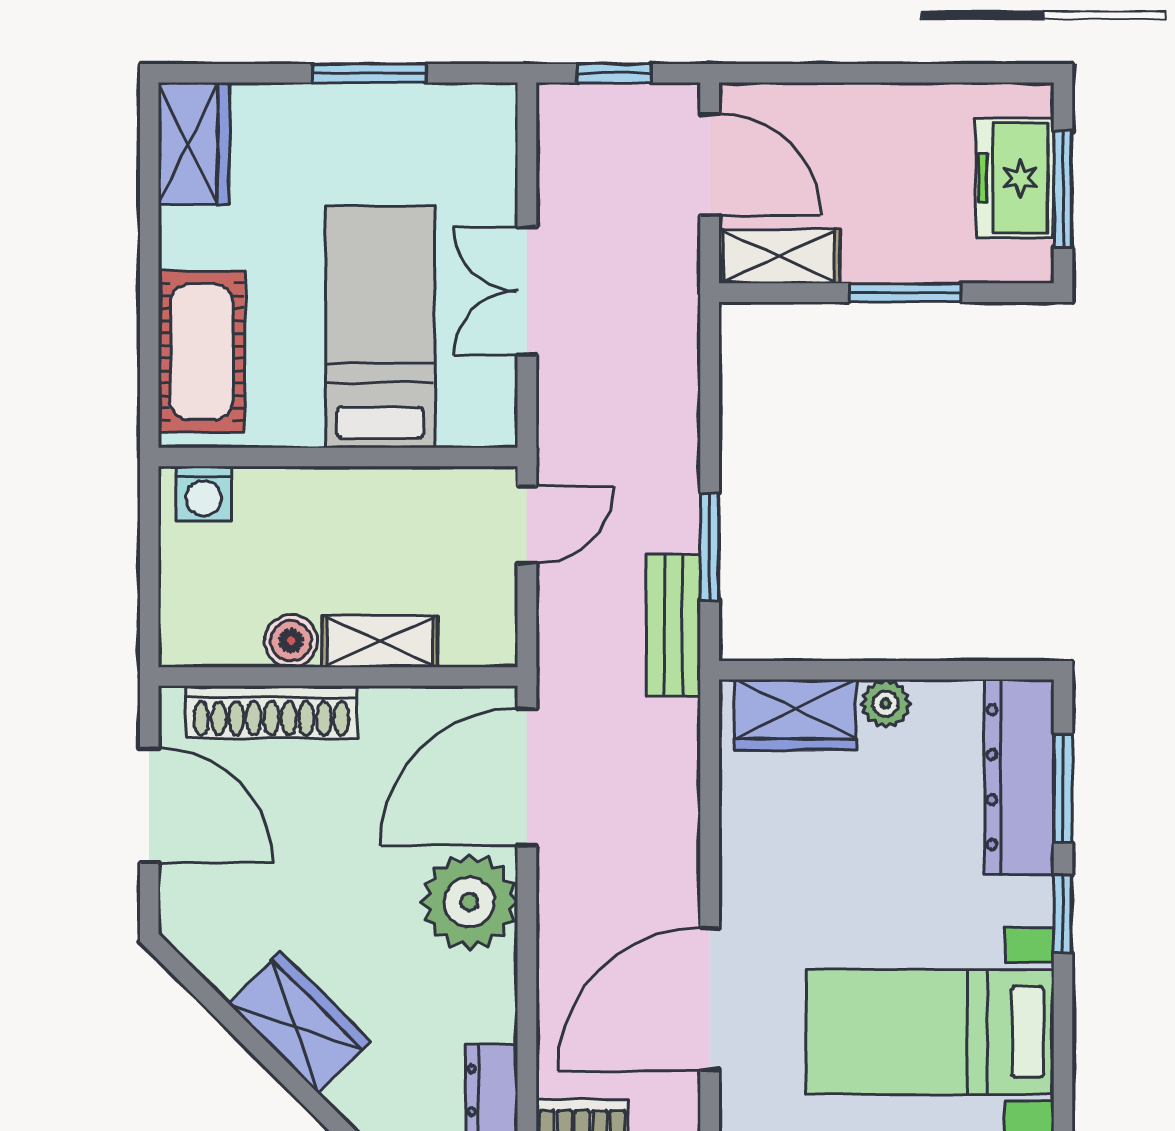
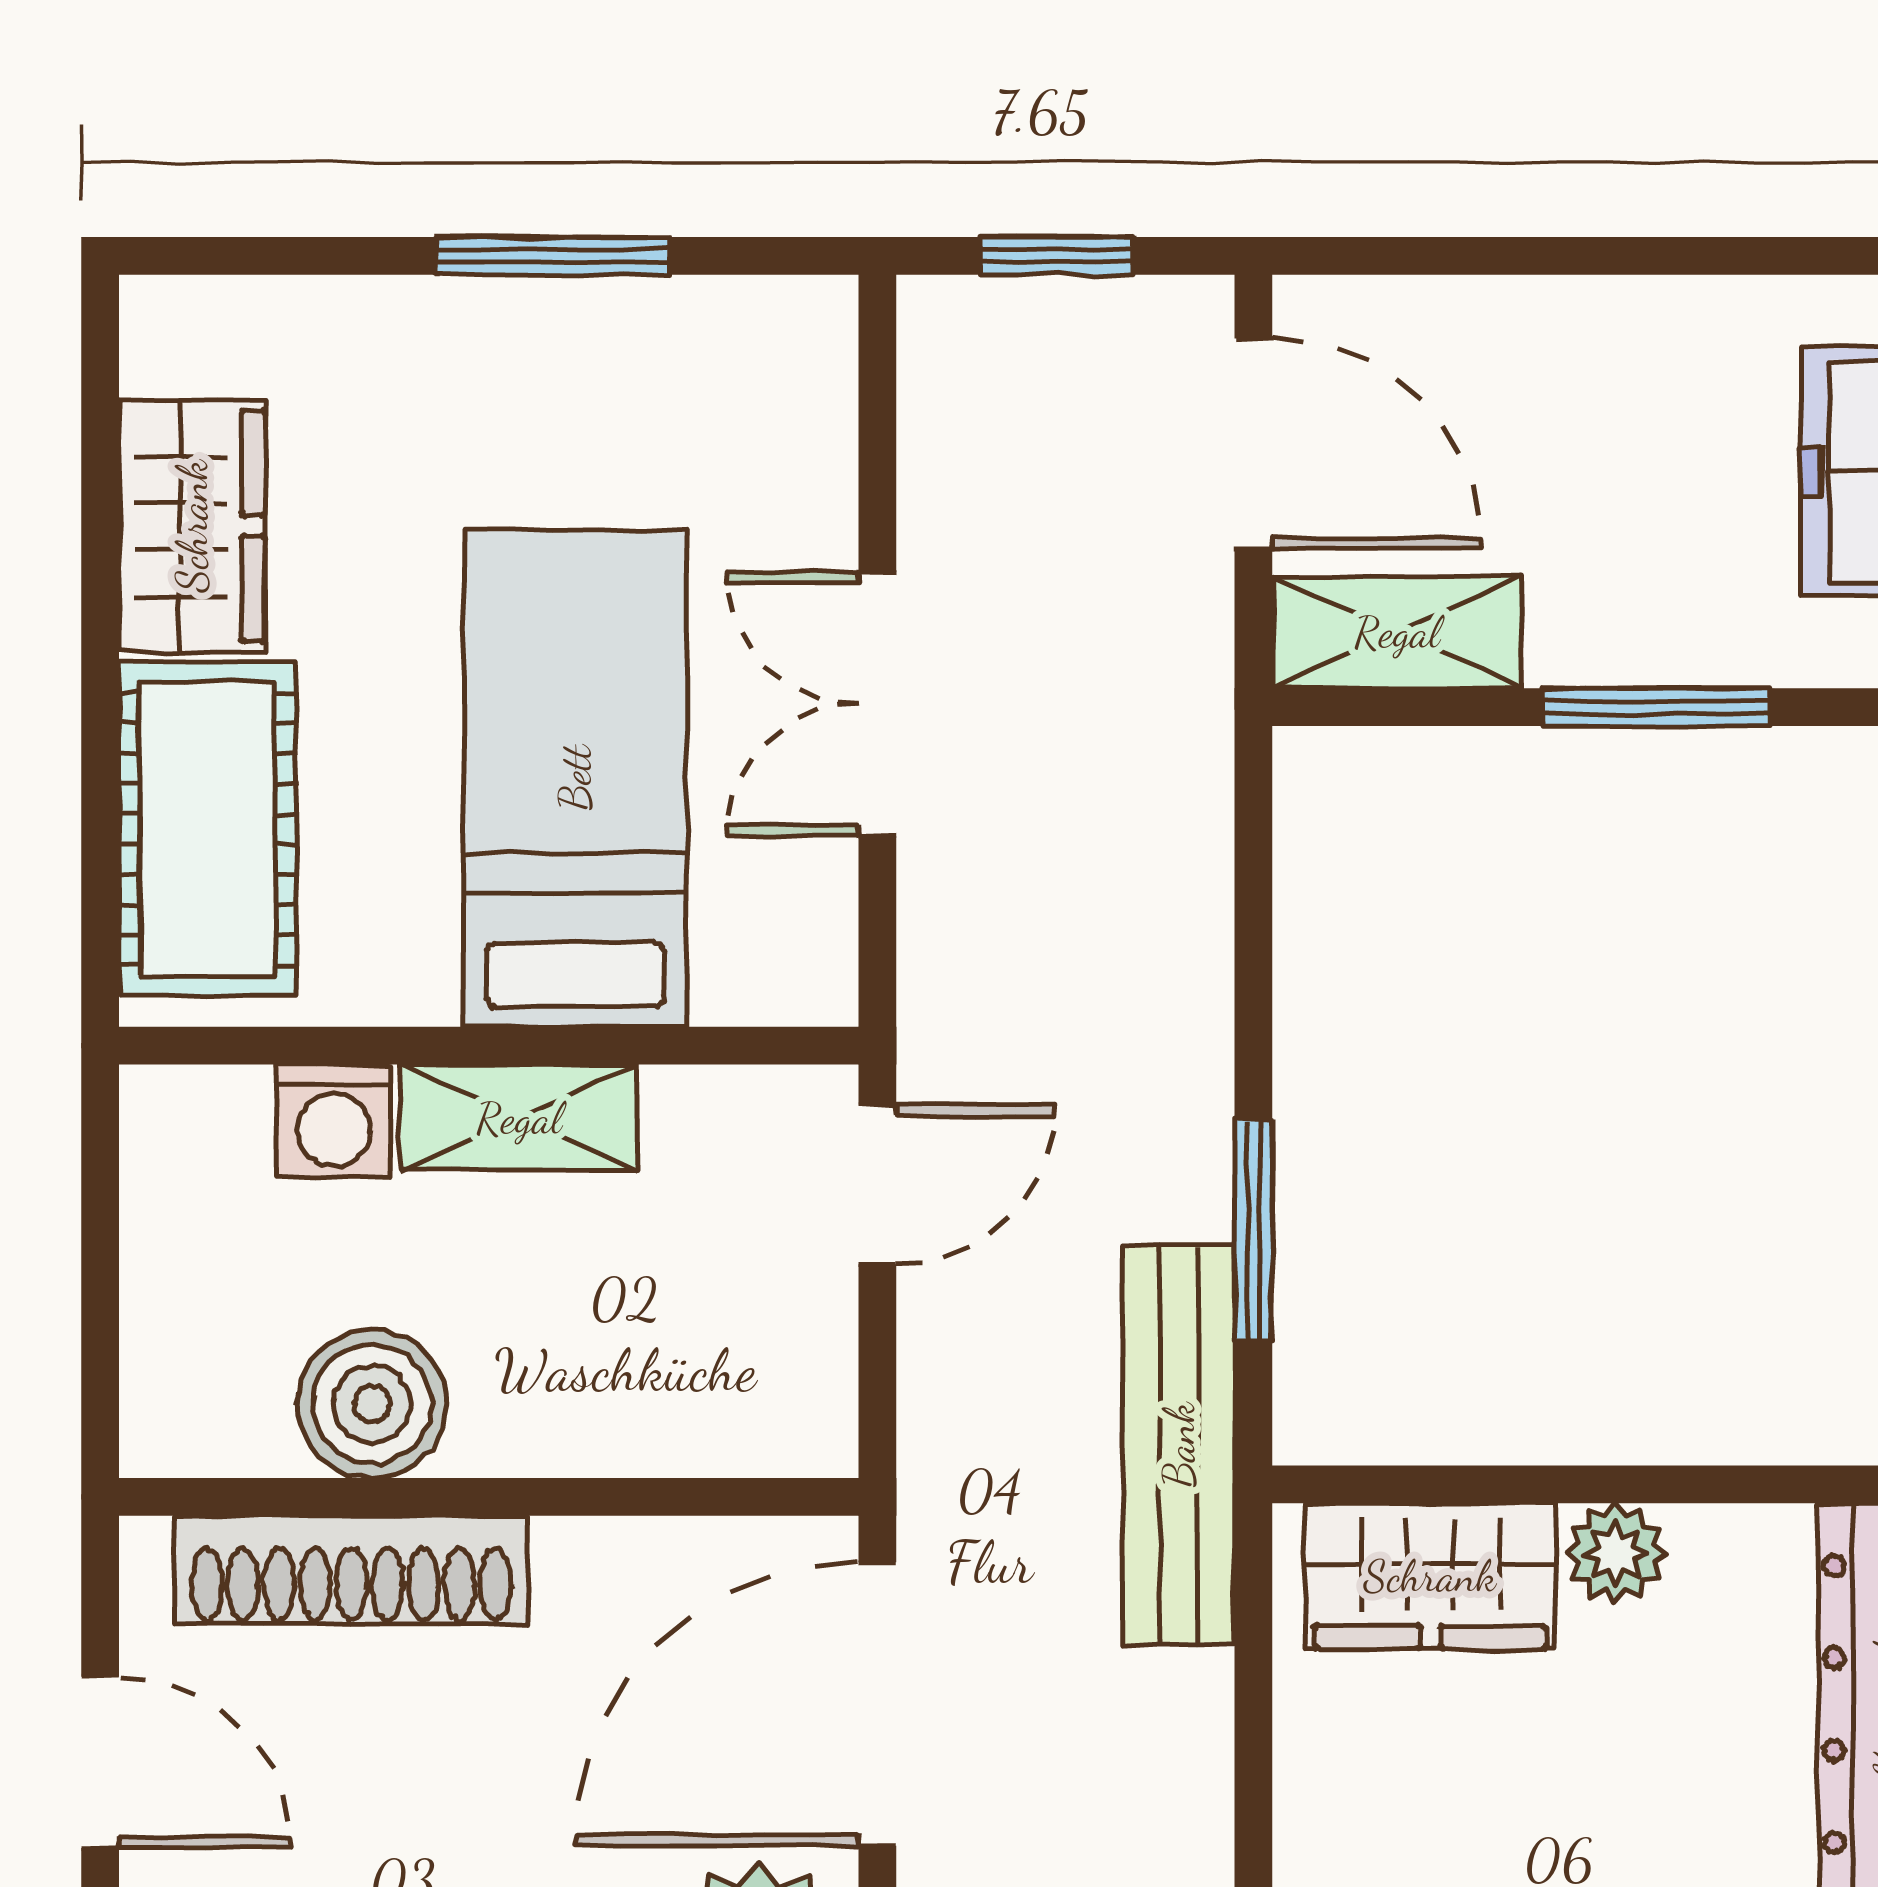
wardrobe: (194, 144) -> (192, 526), moved
washing machine: (204, 494) -> (334, 1121), moved
bench: (673, 625) -> (1179, 1445), width x1.36
boiler: (291, 641) -> (372, 1404), width x1.36, depth x1.36
shelving: (380, 641) -> (519, 1118), moved
door: (149, 805) -> (100, 1762), width x0.73

